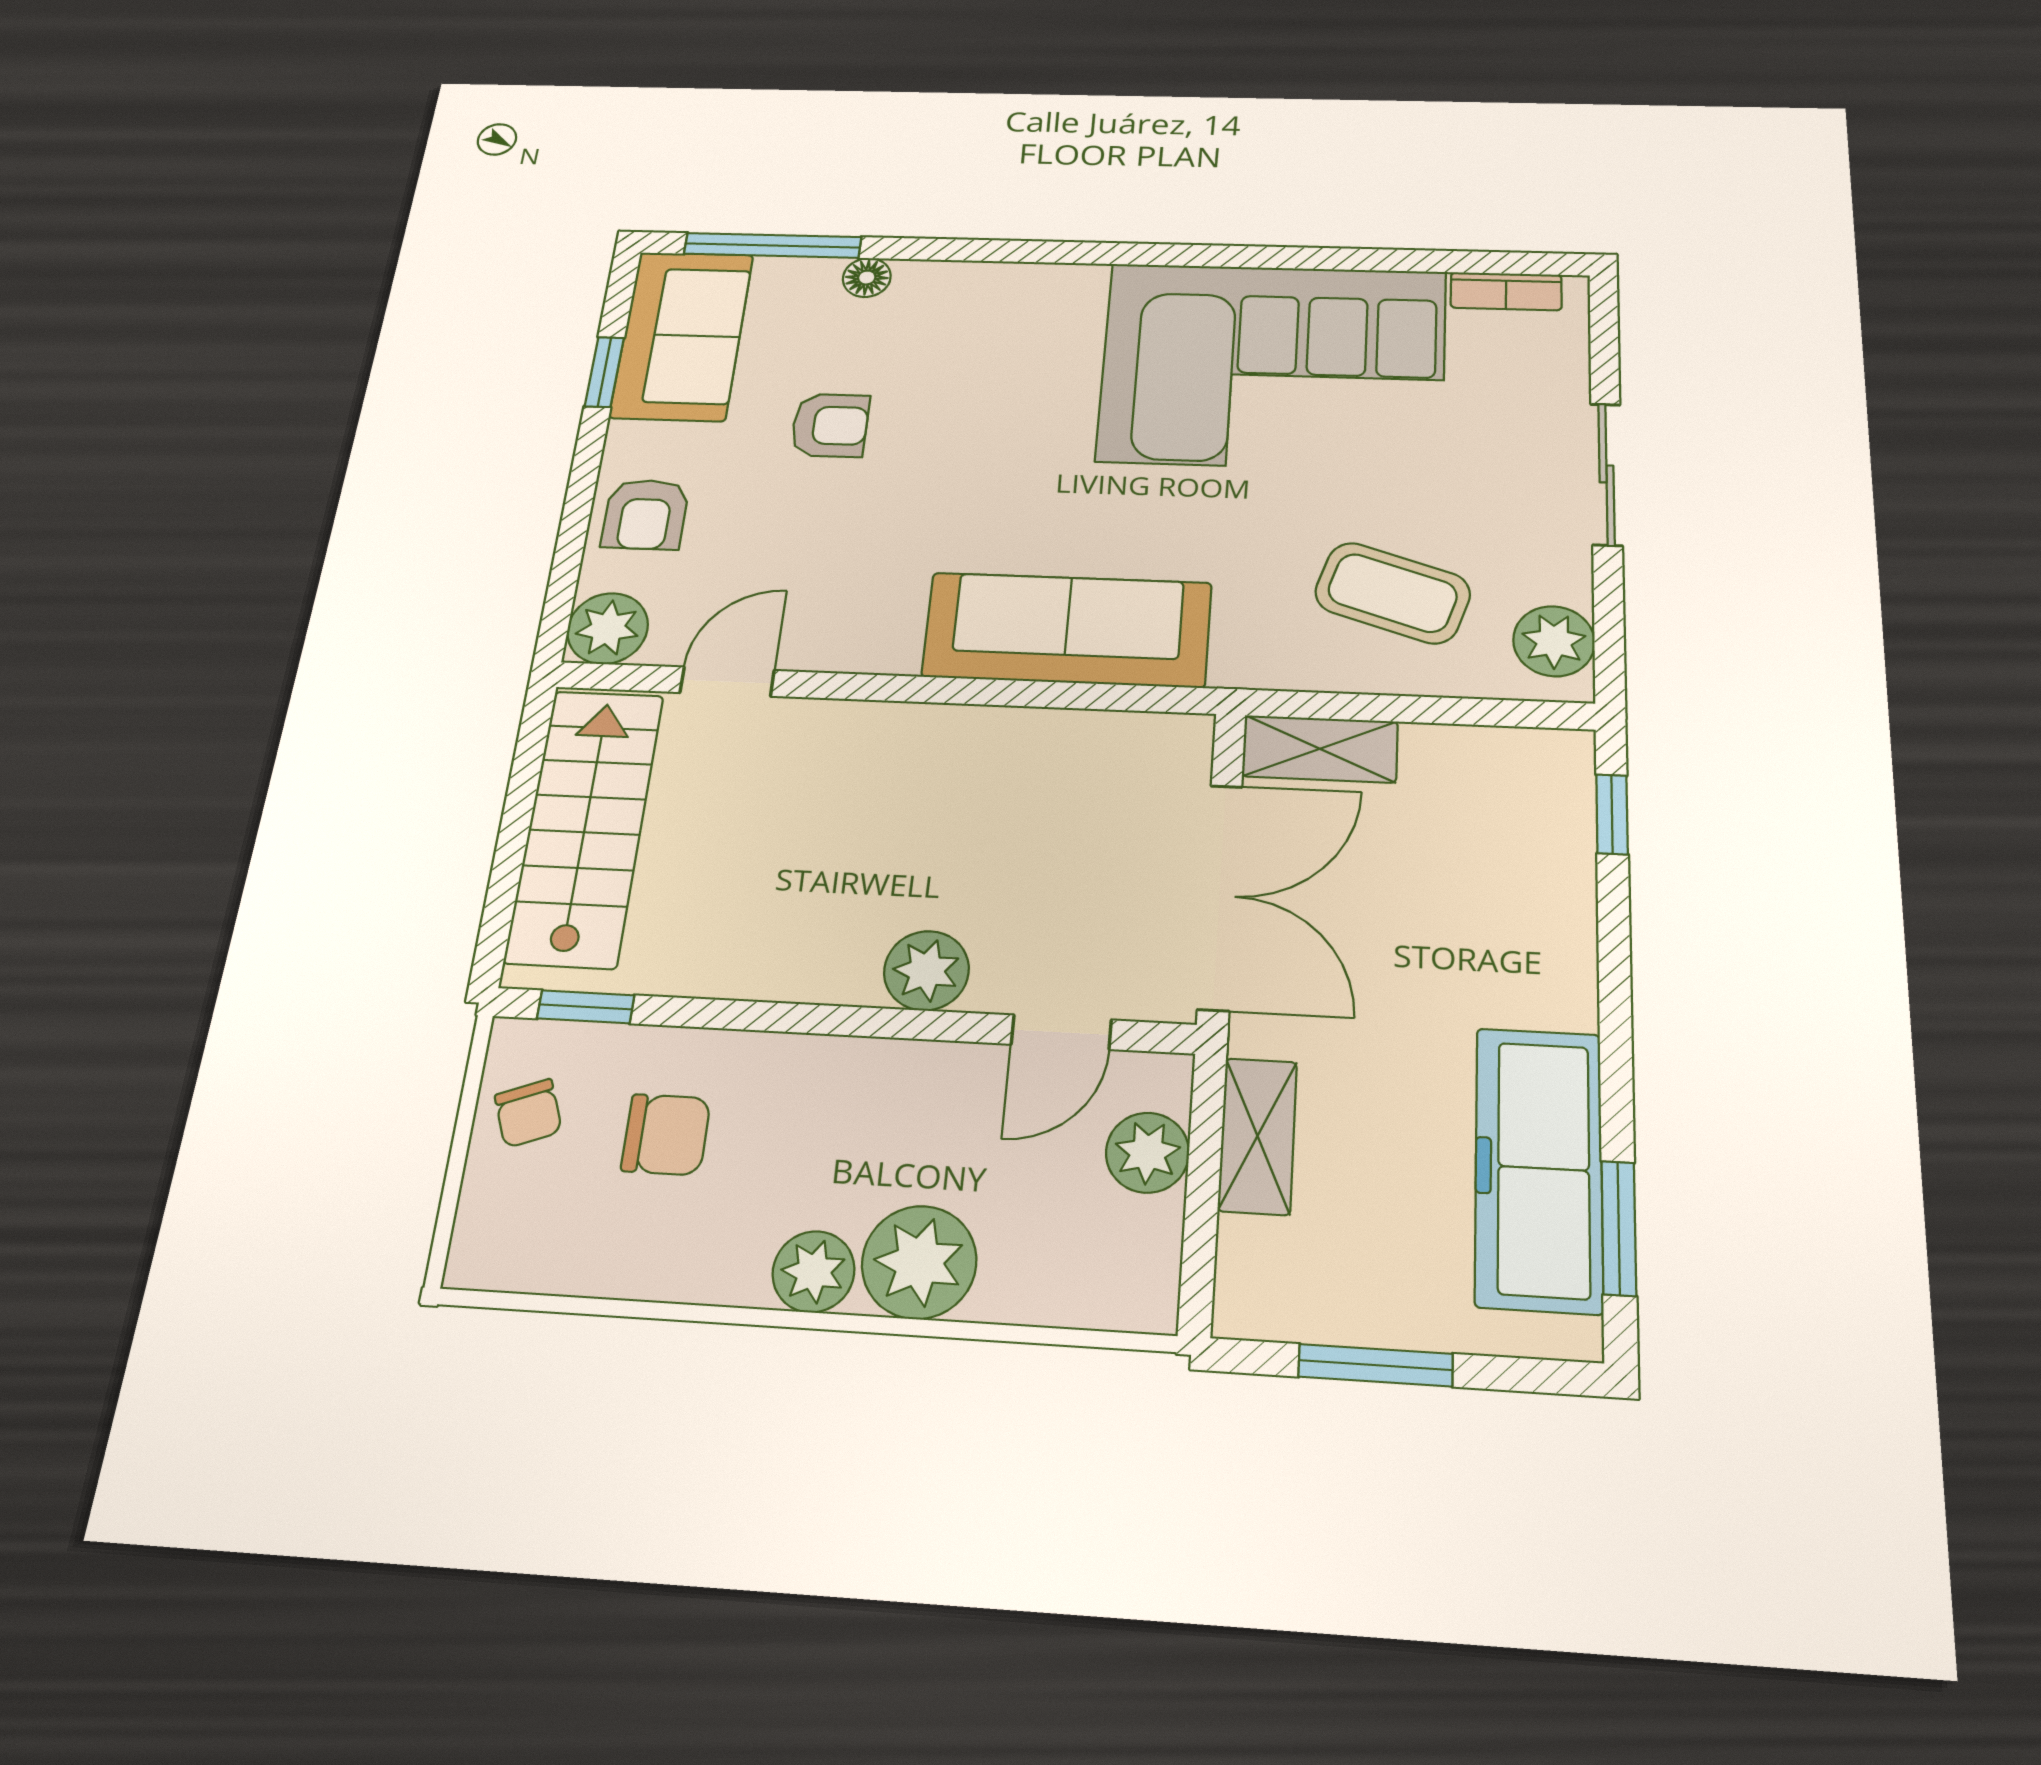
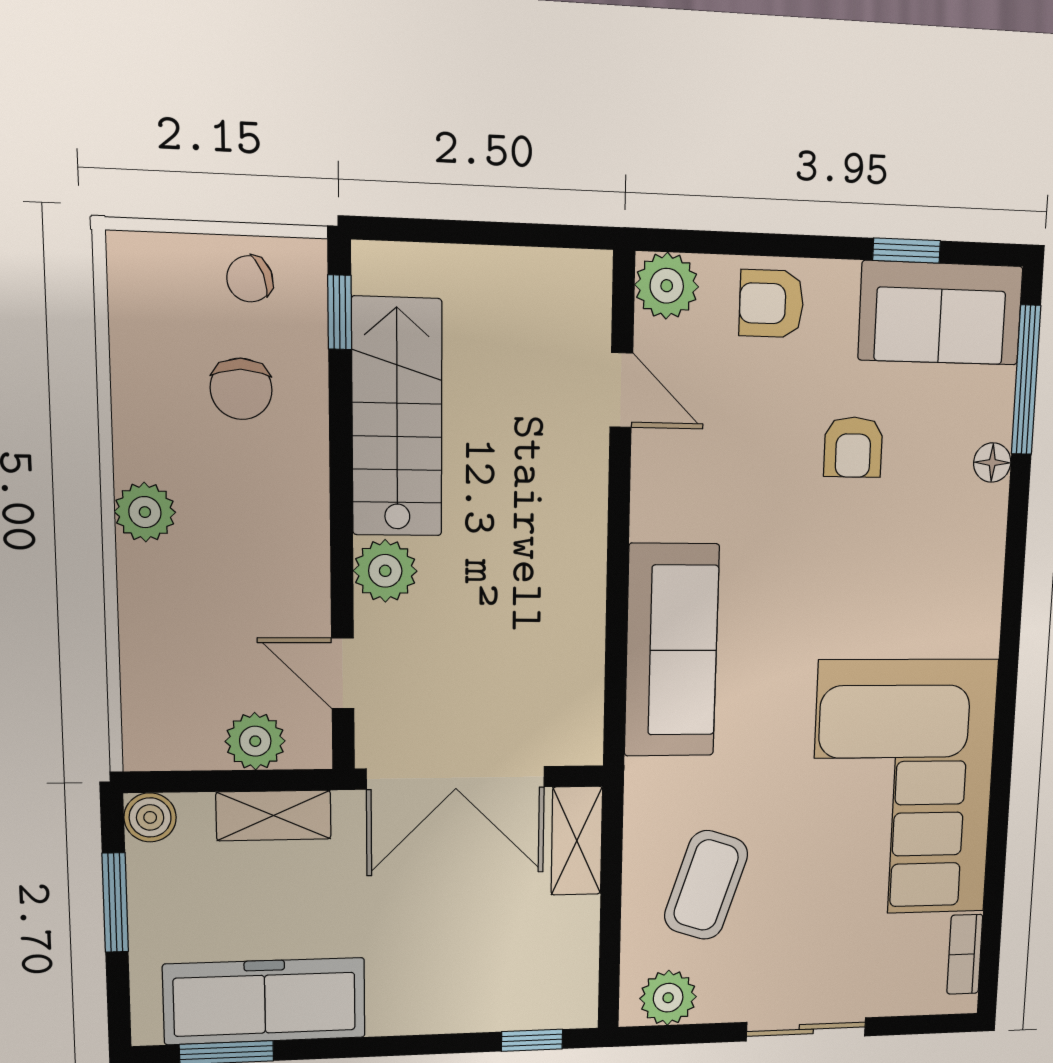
stairs: (585, 827) -> (397, 417), moved, turned -90
plant: (919, 1262) -> (159, 588), removed
boiler: (1249, 1304) -> (150, 817), added

